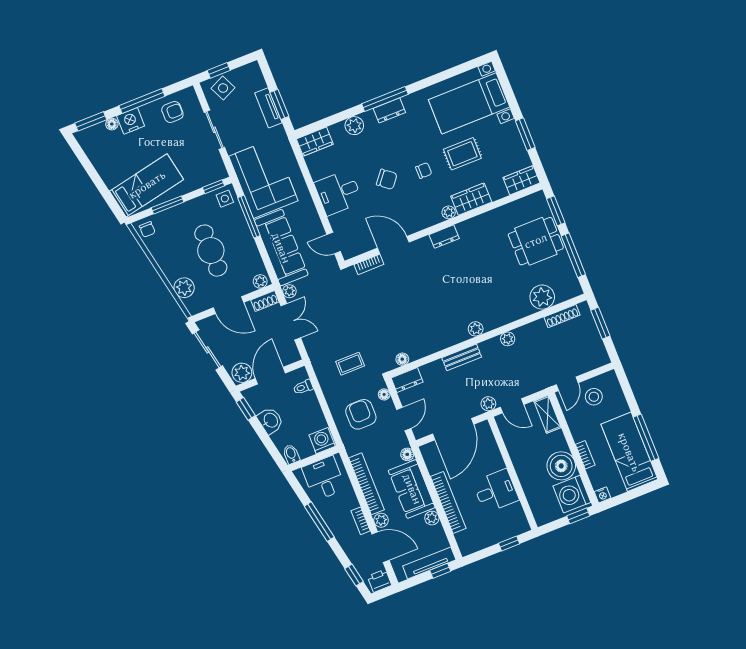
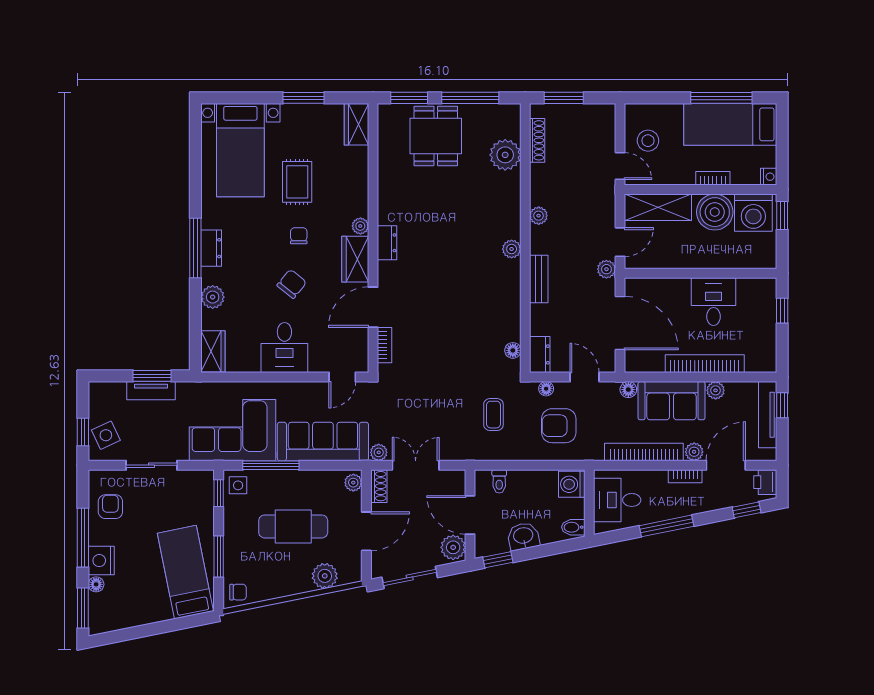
wardrobe: (471, 199) -> (355, 259), moved
shelving: (548, 414) -> (658, 207), width x1.50, depth x1.33

